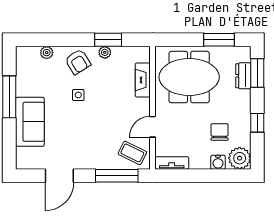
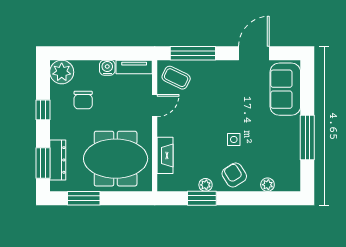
dresser: (243, 76) -> (58, 160), width x1.44
sofa: (30, 122) -> (285, 89), moved
water cooler: (218, 162) -> (107, 68), moved

